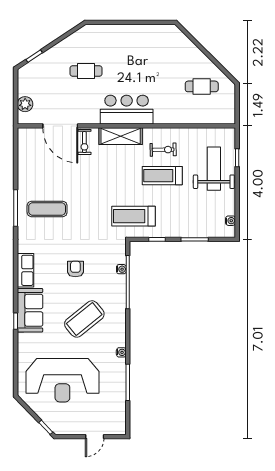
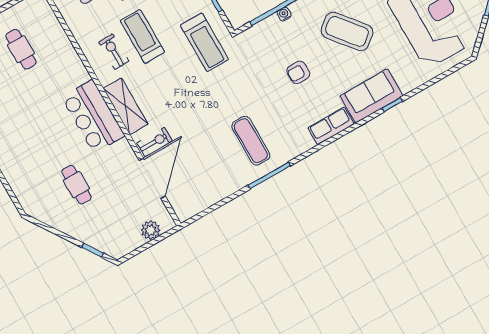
treadmill: (162, 176) -> (142, 36), turned 180
water cooler: (121, 269) -> (284, 14), moved

